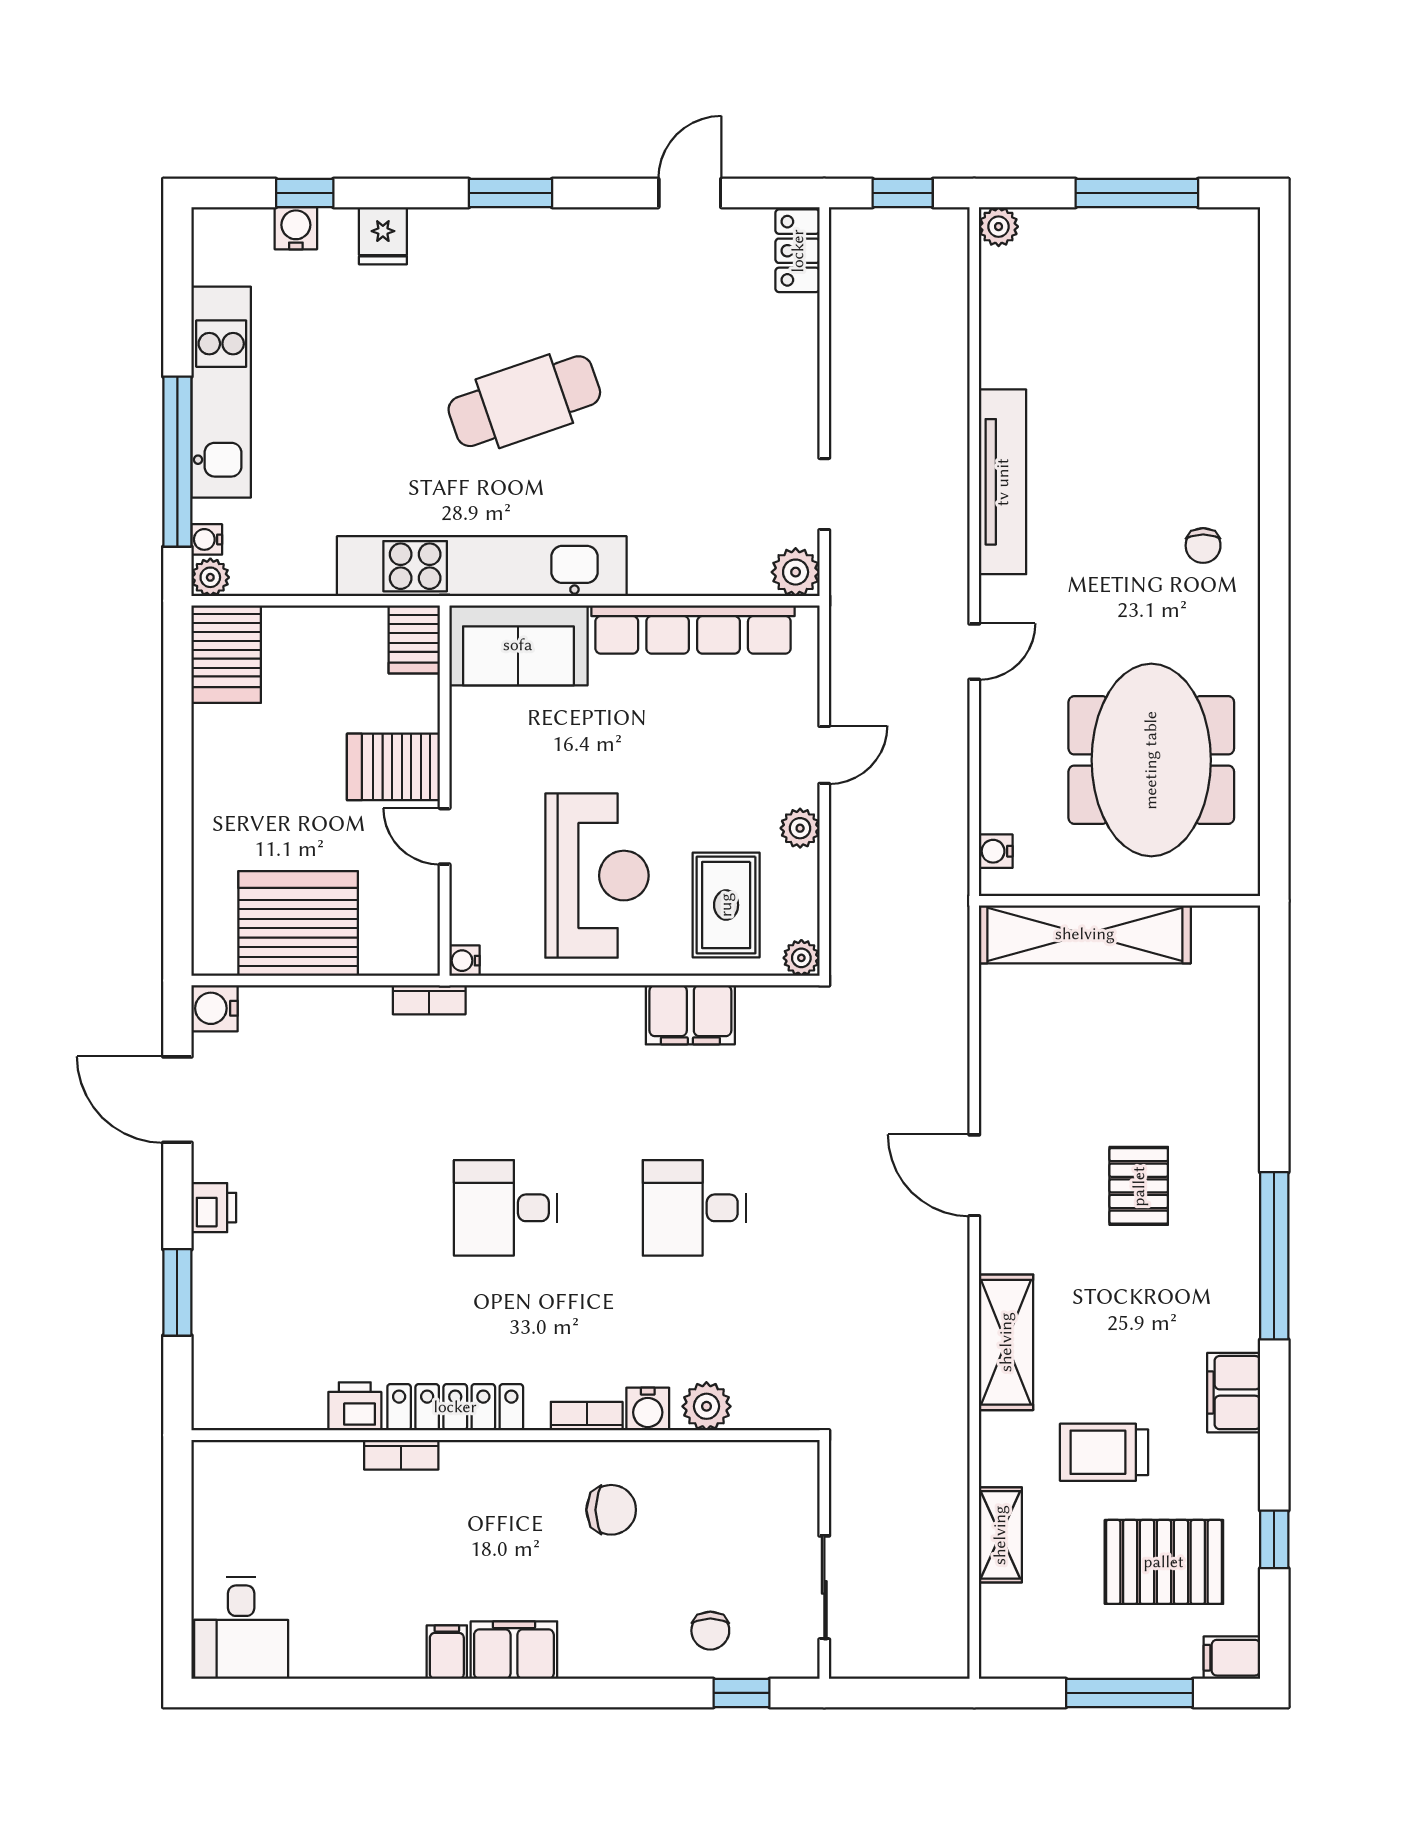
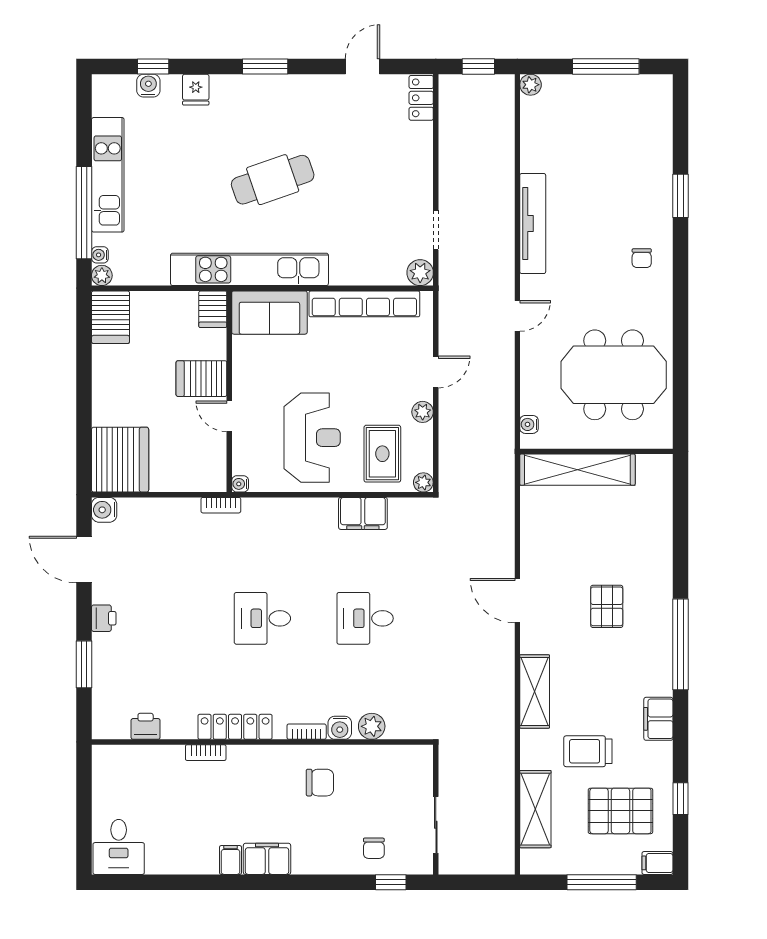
window: (1274, 431) -> (680, 196), added
meeting table: (1151, 760) -> (614, 375), turned 90
server rack: (298, 923) -> (120, 460), moved, turned 90
printer: (355, 1406) -> (146, 726), moved
shelving: (1000, 1535) -> (535, 809), width x1.50, depth x1.33

